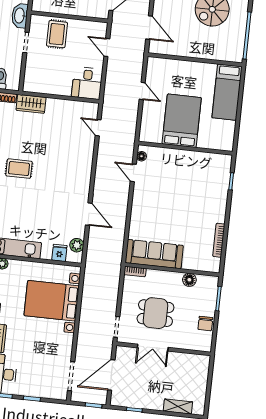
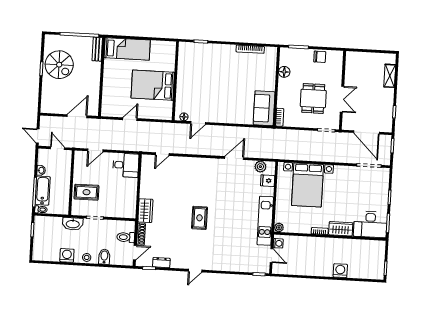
bench: (229, 56) -> (97, 49), added
sofa: (154, 254) -> (264, 108), width x0.73

